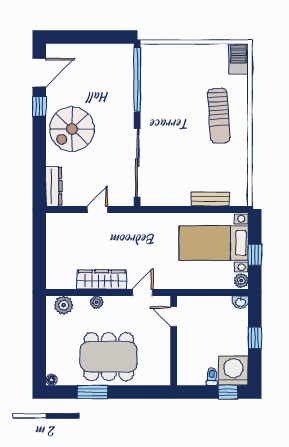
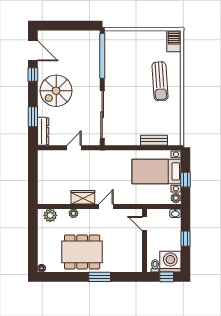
door: (39, 73) -> (33, 51), hinge flipped
window: (39, 166) -> (33, 117), added
wardrobe: (102, 280) -> (83, 197), width x0.67
door: (174, 317) -> (144, 224), moved
wall: (174, 341) -> (144, 240), moved
window: (92, 392) -> (100, 277), moved

